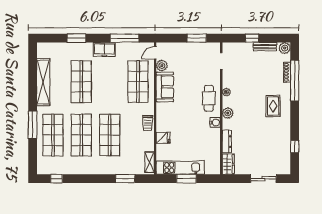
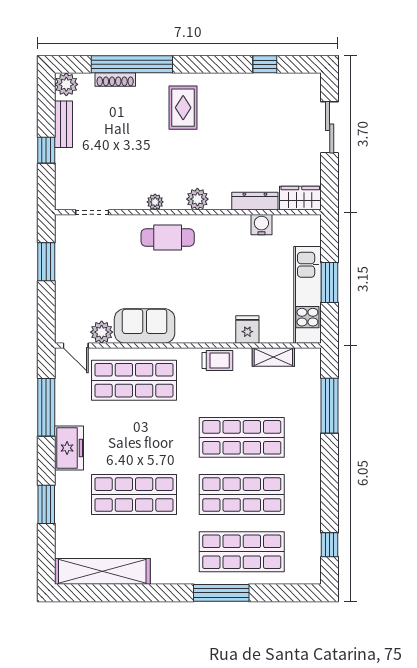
shelving: (43, 82) -> (102, 571), moved
rug: (273, 106) -> (183, 108), turned 90
water cooler: (215, 122) -> (261, 225), moved
shelving: (149, 162) -> (273, 357), moved
window: (125, 179) -> (330, 406), width x1.44

